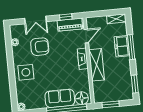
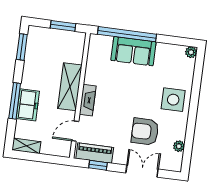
floor lamp: (82, 98) -> (102, 44), removed

